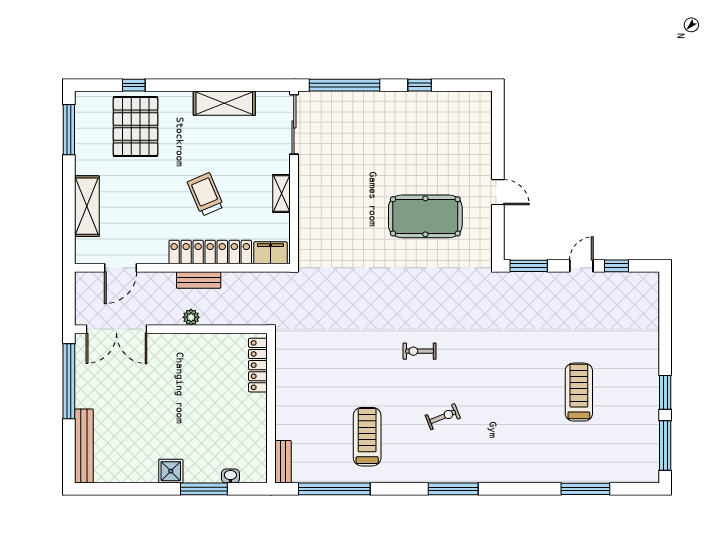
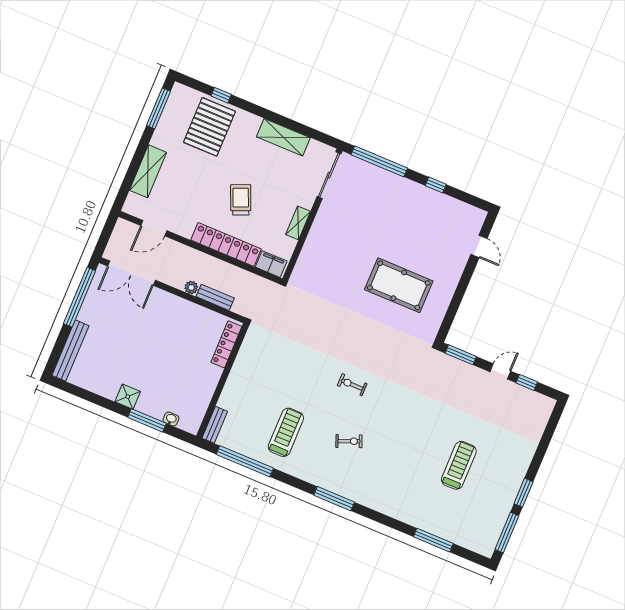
door: (498, 192) -> (479, 246), moved
bench: (199, 280) -> (215, 297), moved

